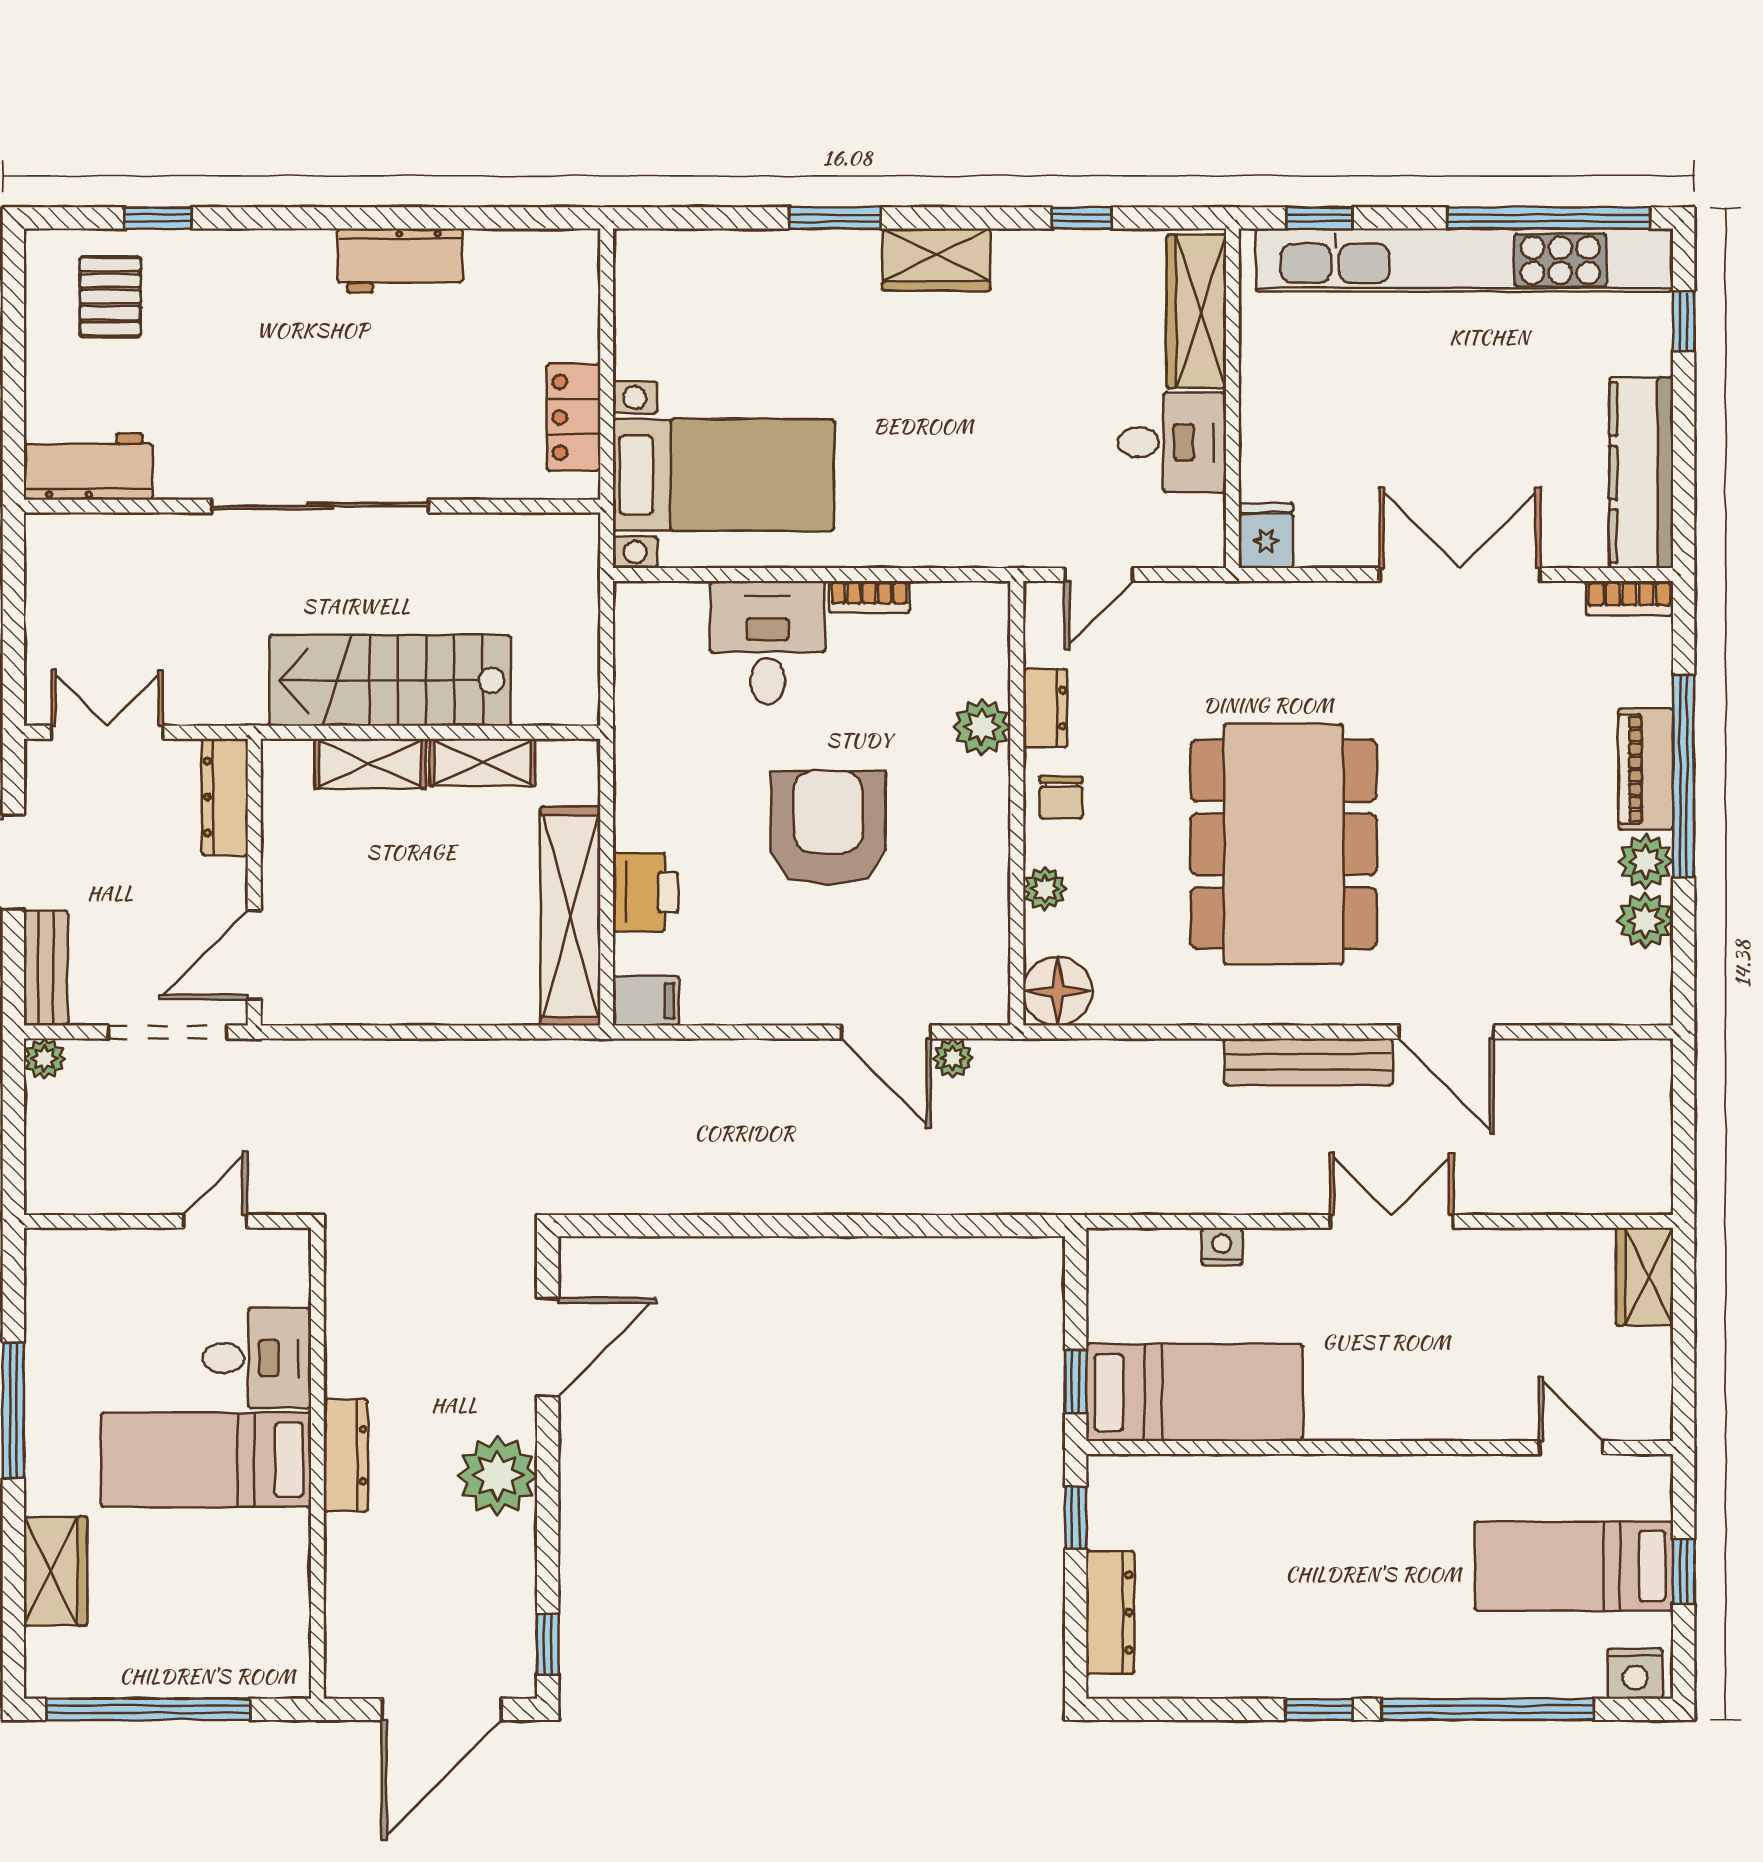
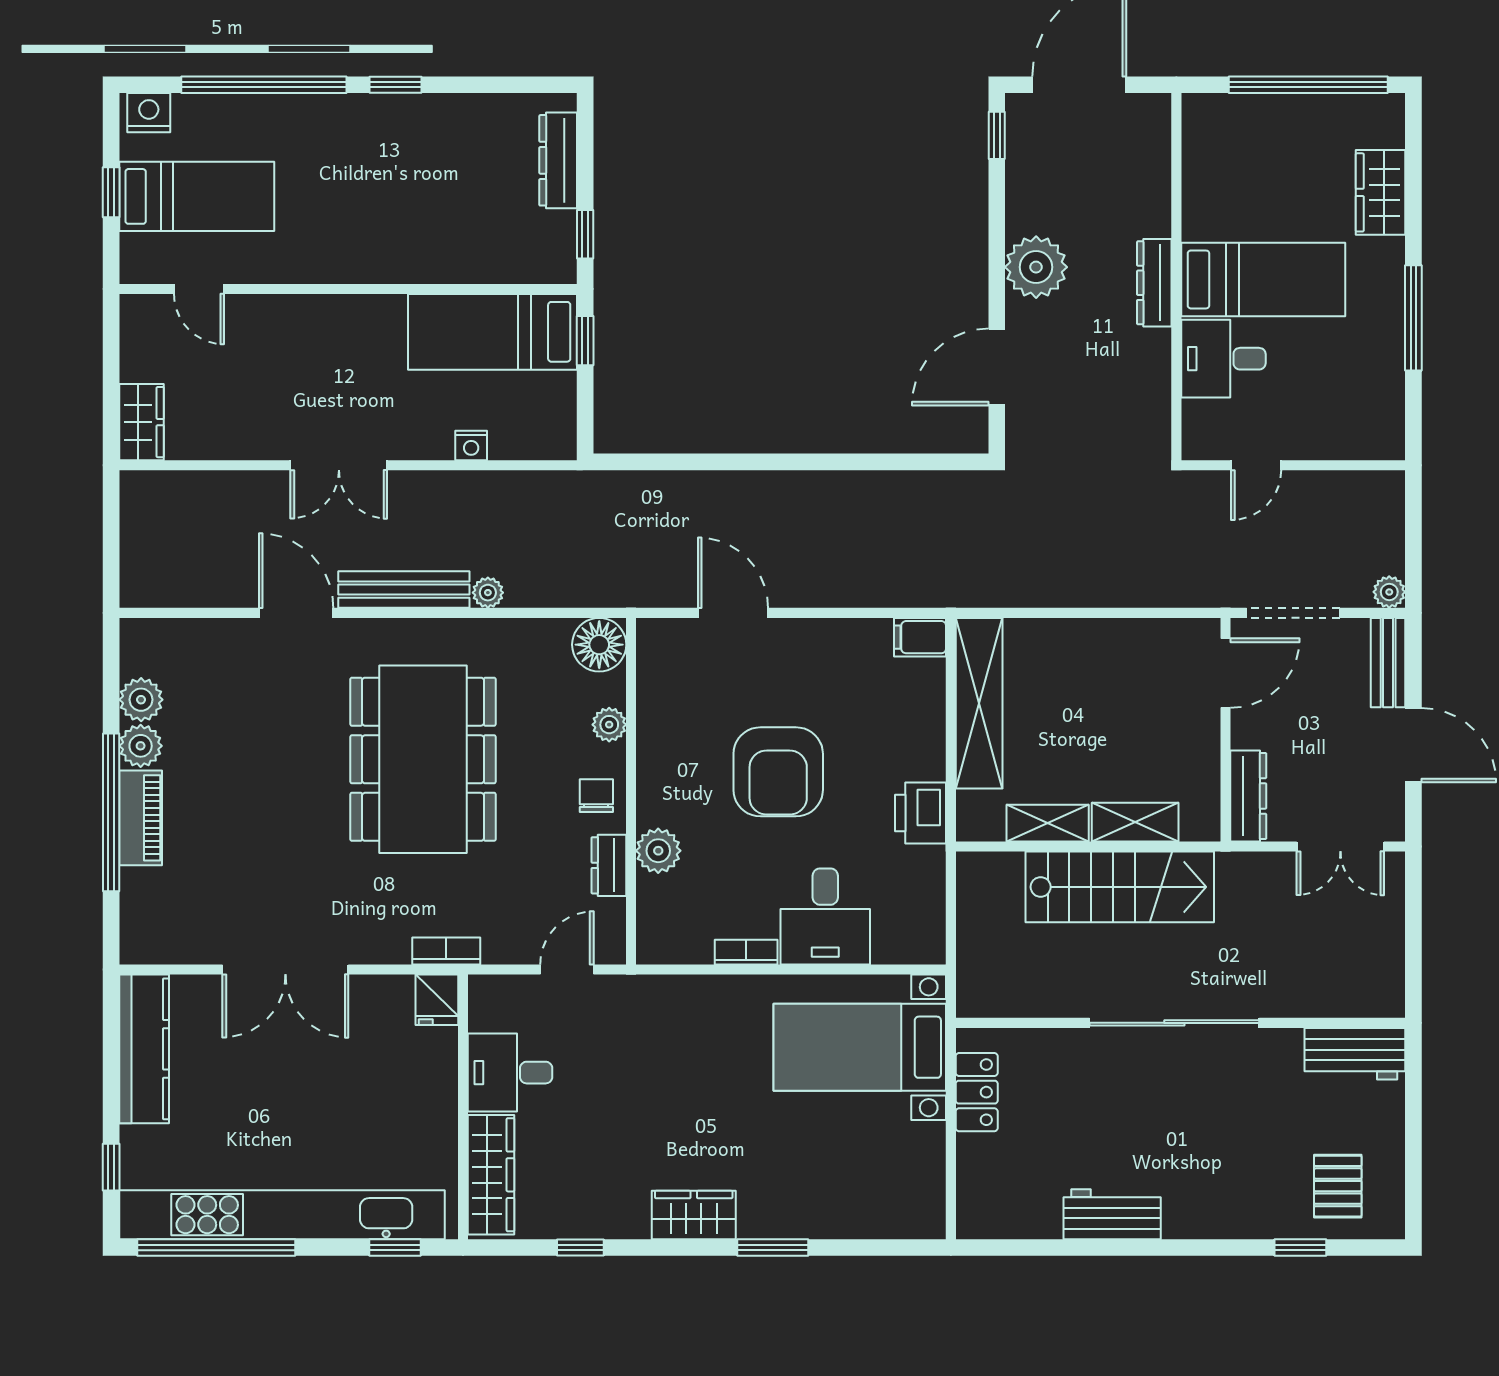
bookcase: (1629, 598) -> (446, 951), moved
printer: (645, 892) -> (921, 813), moved
plant: (953, 1058) -> (488, 593), moved

